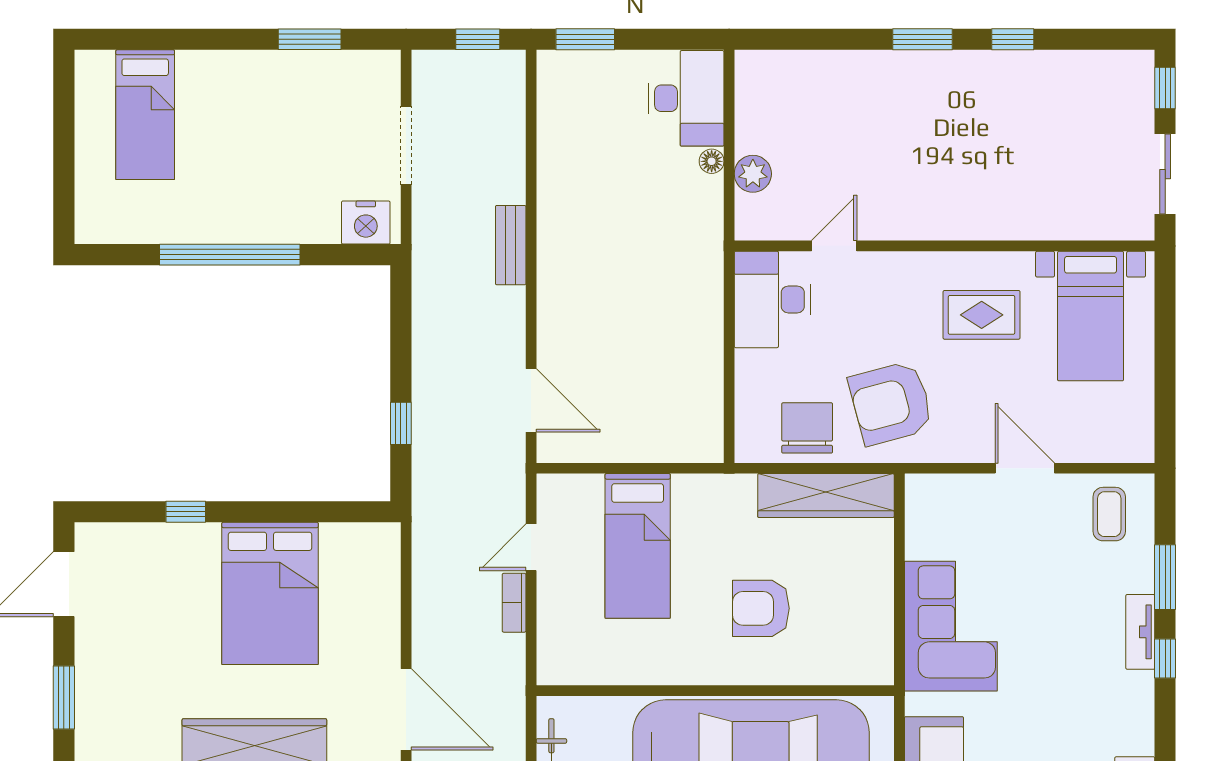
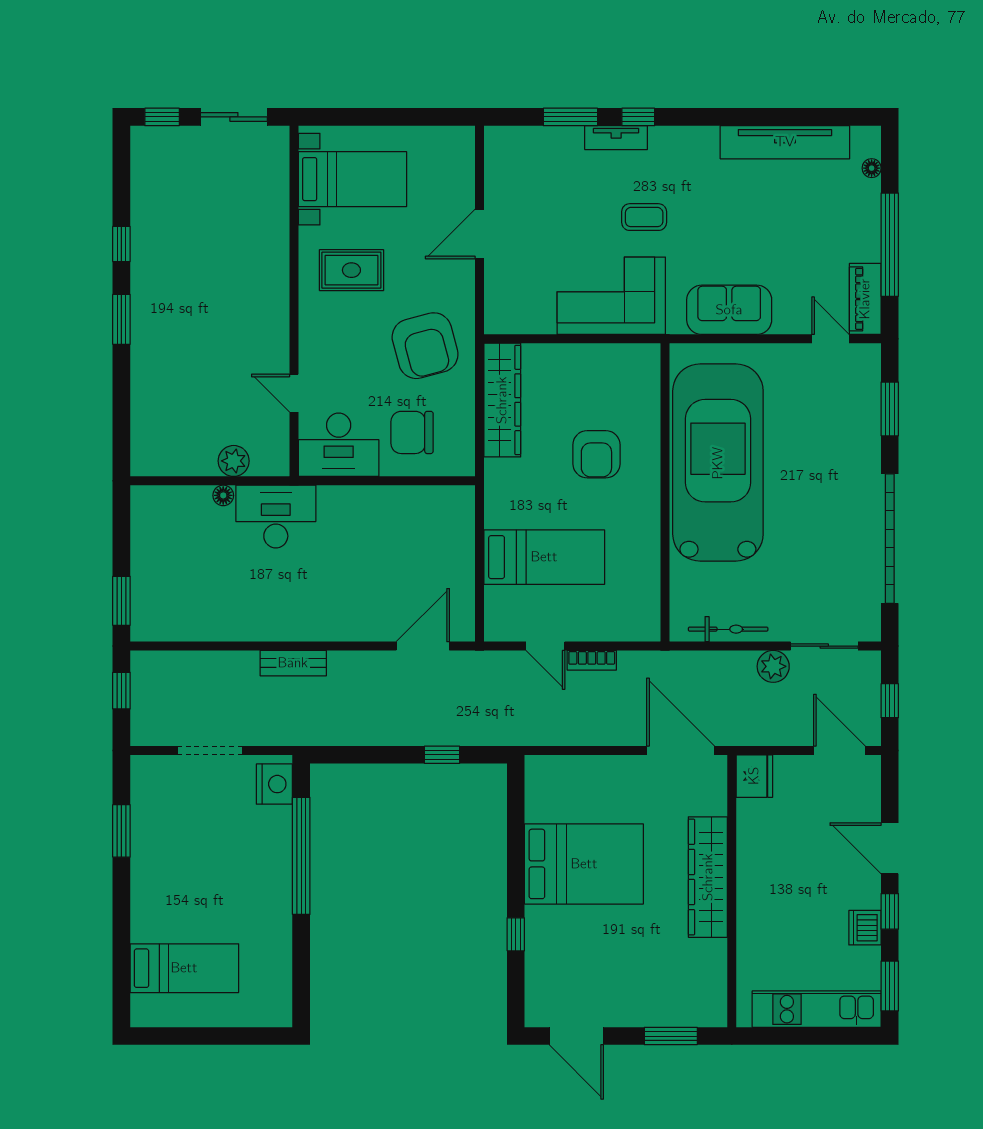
desk: (686, 98) -> (276, 517), moved
window: (230, 255) -> (301, 856), moved
rug: (982, 315) -> (351, 270), turned 90
chair: (807, 428) -> (412, 432), moved
coffee table: (1109, 514) -> (644, 217), moved
door: (406, 709) -> (681, 750), hinge flipped

